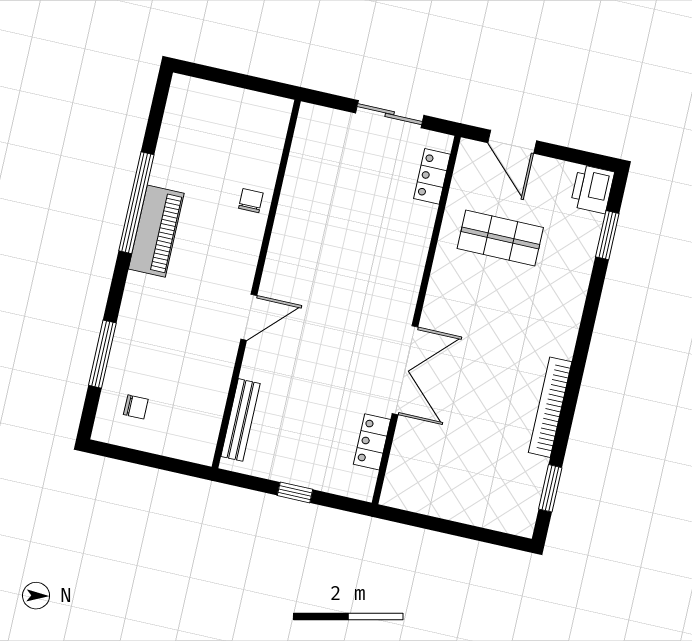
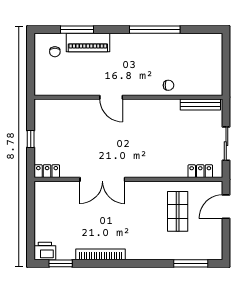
printer: (592, 189) -> (45, 251), moved
piano: (156, 231) -> (88, 42), moved
window: (607, 235) -> (191, 263), width x1.44
bench: (240, 420) -> (200, 104), moved
locker: (372, 442) -> (47, 171), moved

